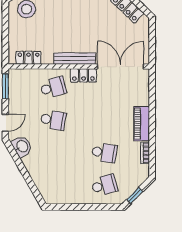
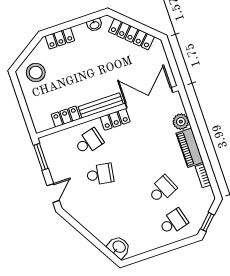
locker: (29, 58) -> (66, 117), moved
plant: (142, 98) -> (181, 122), added
washbasin: (22, 146) -> (119, 247), moved
school desk: (104, 153) -> (162, 189), turned -33

